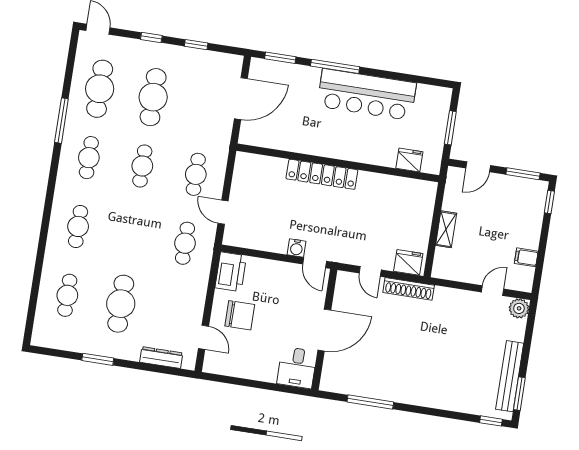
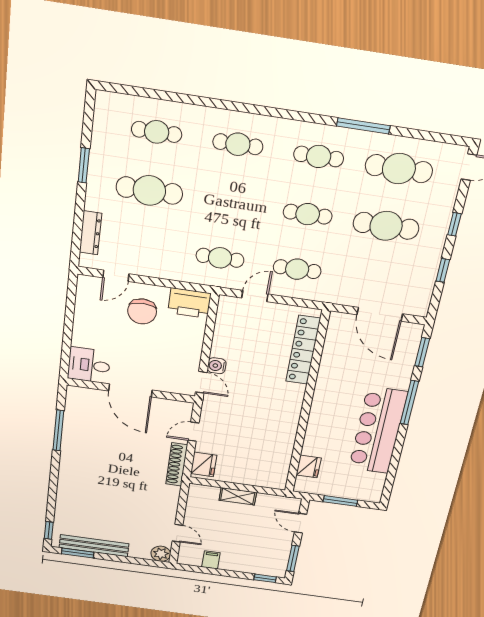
locker: (322, 174) -> (303, 350), moved
door: (315, 263) -> (201, 382), swing flipped

